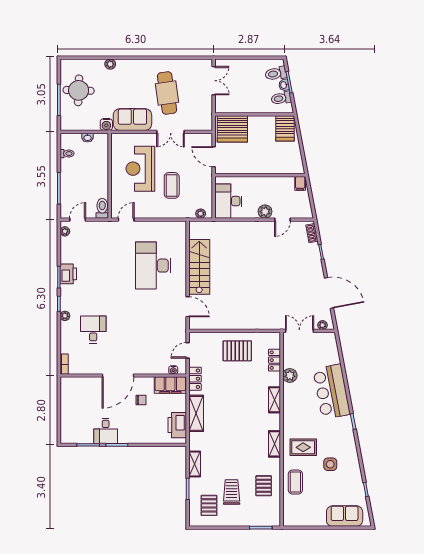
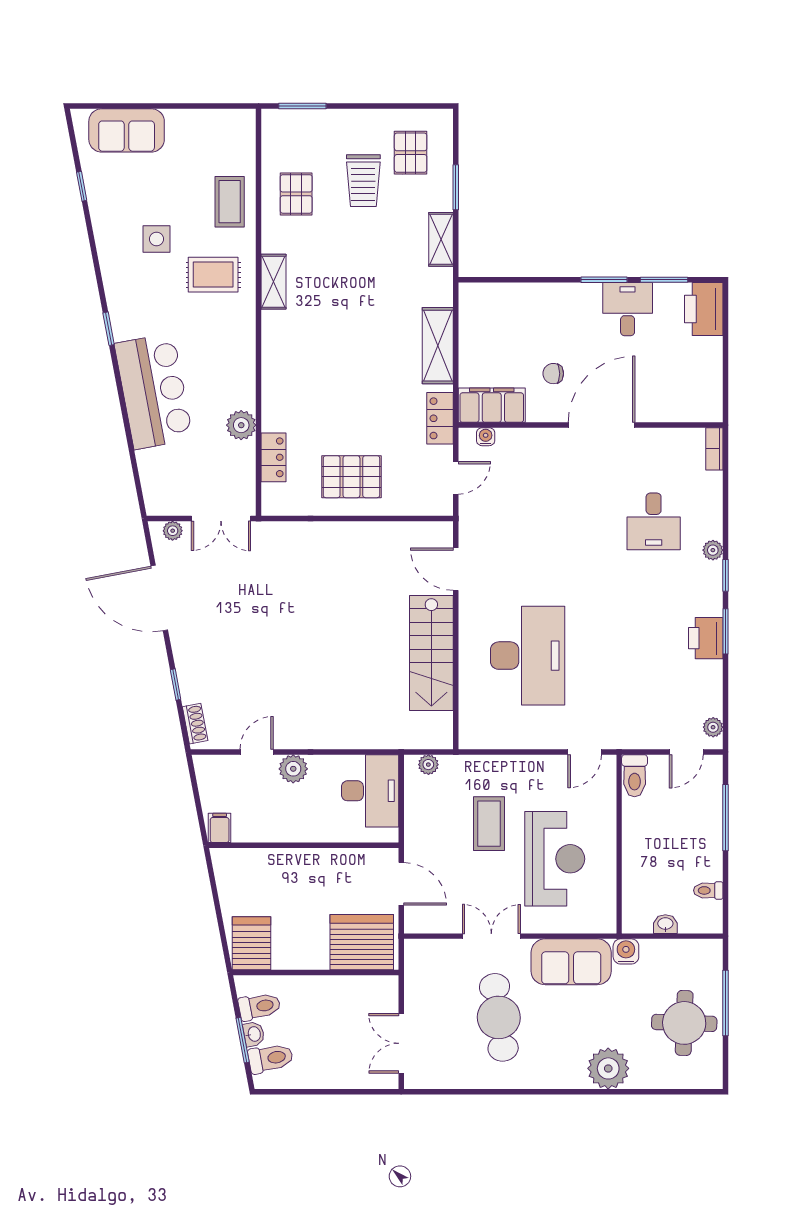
plant: (110, 64) -> (608, 1068), width x1.87, depth x1.87
shelving: (274, 400) -> (273, 374), removed
printer: (177, 425) -> (704, 309), moved, turned 180

